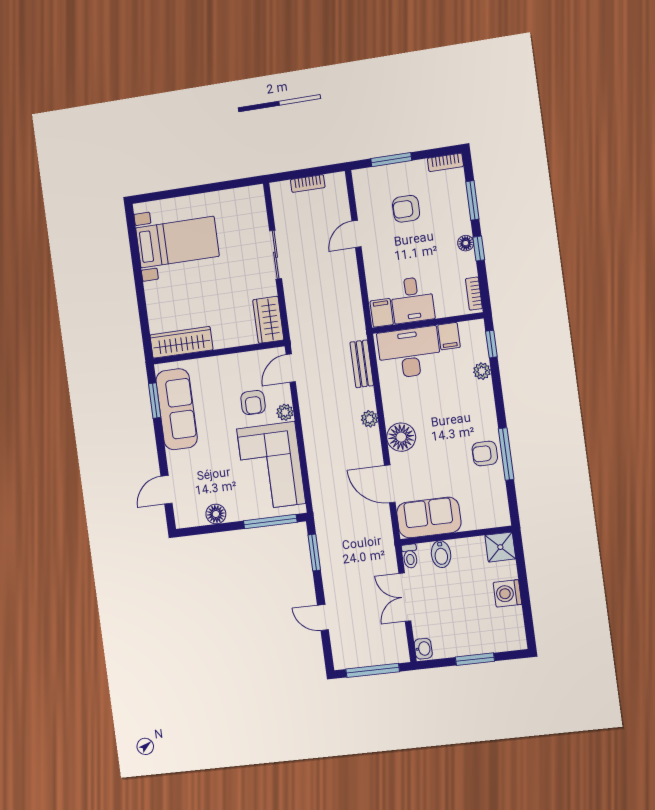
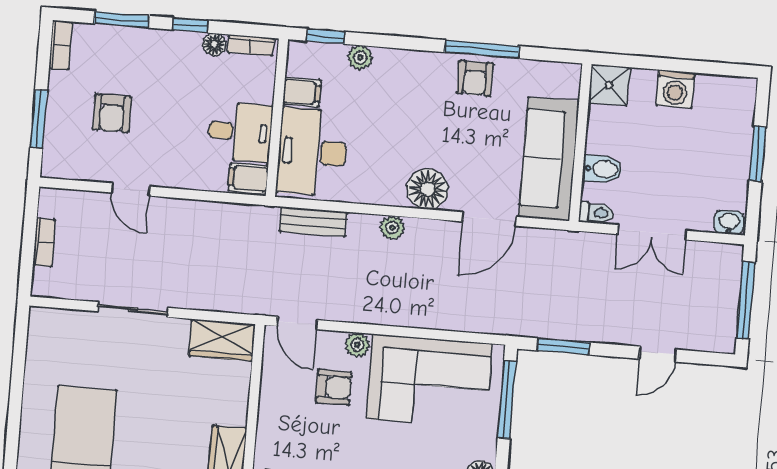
floor lamp: (466, 243) -> (214, 44), moved
sofa: (429, 517) -> (549, 159), width x1.36

